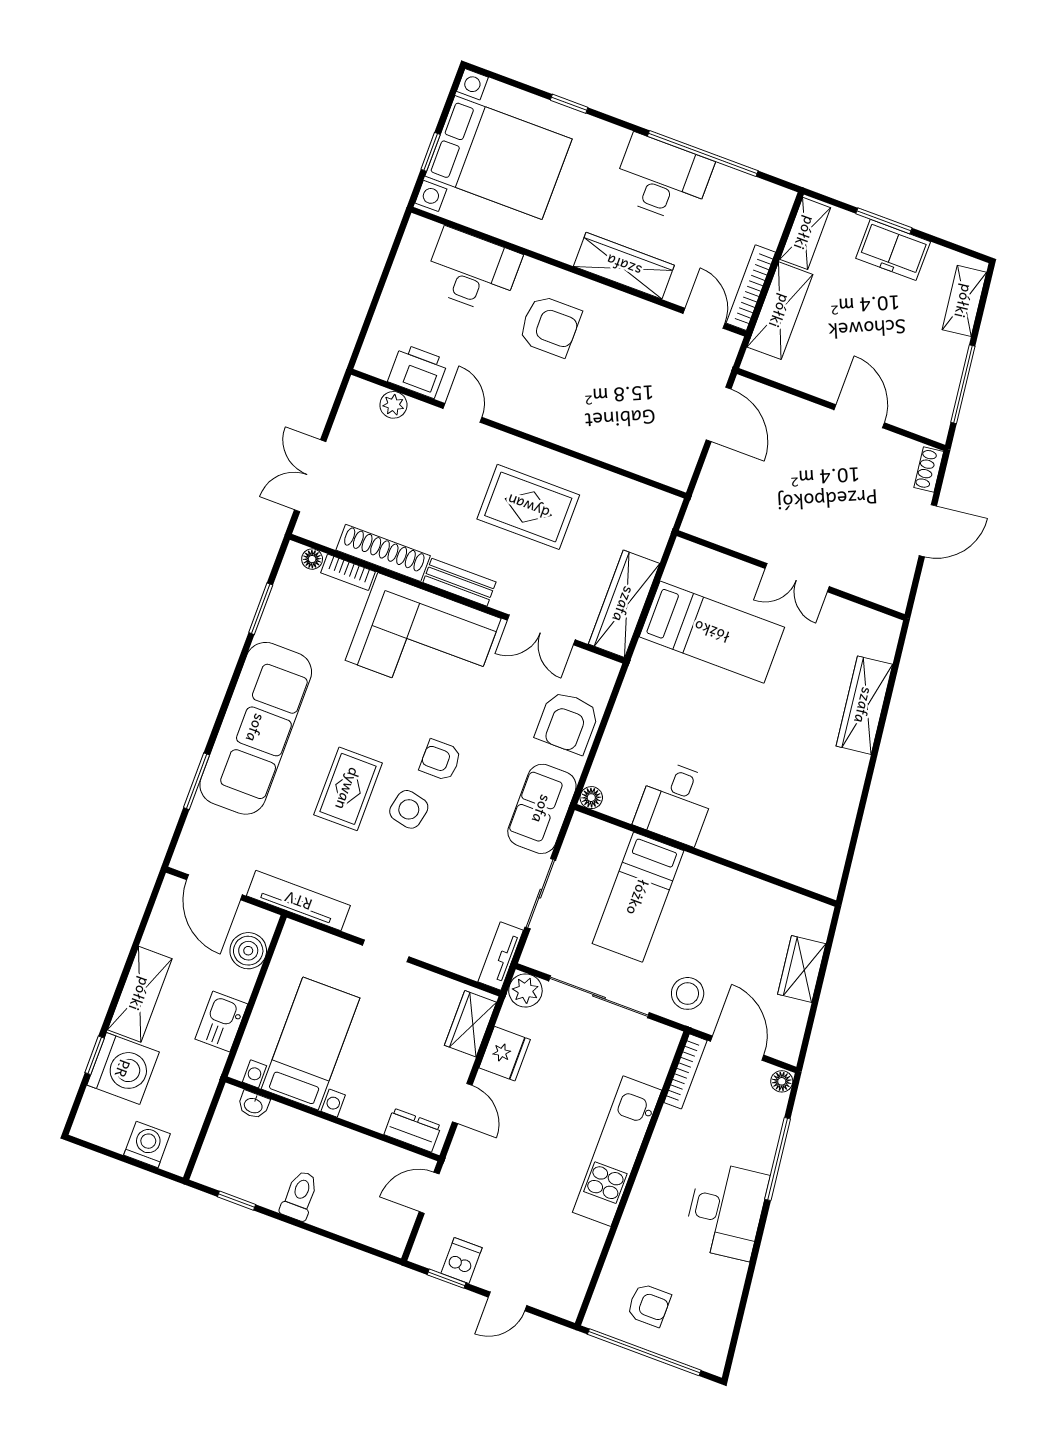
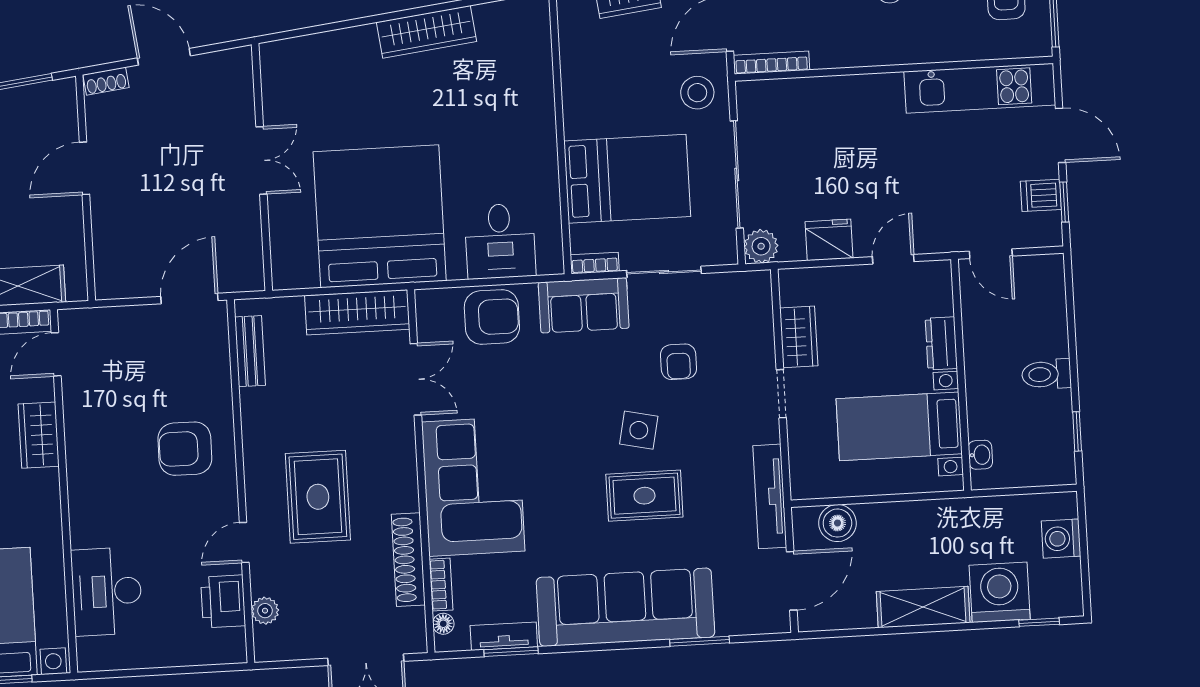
wardrobe: (624, 266) -> (39, 435), width x0.67
armchair: (550, 326) -> (185, 449), moved, turned -90
door: (719, 414) -> (189, 299), moved
rug: (528, 507) -> (318, 497), moved
bench: (459, 582) -> (250, 351), moved
bed: (712, 632) -> (380, 216), width x2.04
wardrobe: (864, 705) -> (427, 32), moved
armchair: (440, 760) -> (678, 362), moved
floor lamp: (591, 798) -> (553, 264), removed
desk: (675, 802) -> (500, 241), moved, turned 90
bookcase: (575, 835) -> (595, 263), added
bed: (638, 897) -> (627, 179), width x1.50
tv unit: (501, 956) -> (504, 636), moved, turned 180
kitchen sink: (221, 1022) -> (915, 519), removed
wardrobe: (470, 1024) -> (799, 337), moved, turned -90
window: (95, 1055) -> (1039, 622), moved
dresser: (413, 1130) -> (941, 343), moved
kitchen unit: (617, 1151) -> (980, 88), moved
door: (508, 1301) -> (1061, 135), width x1.38

